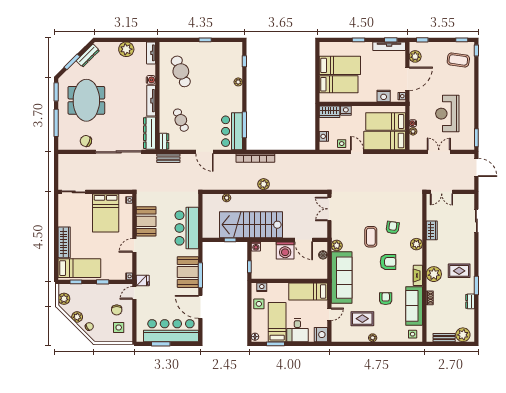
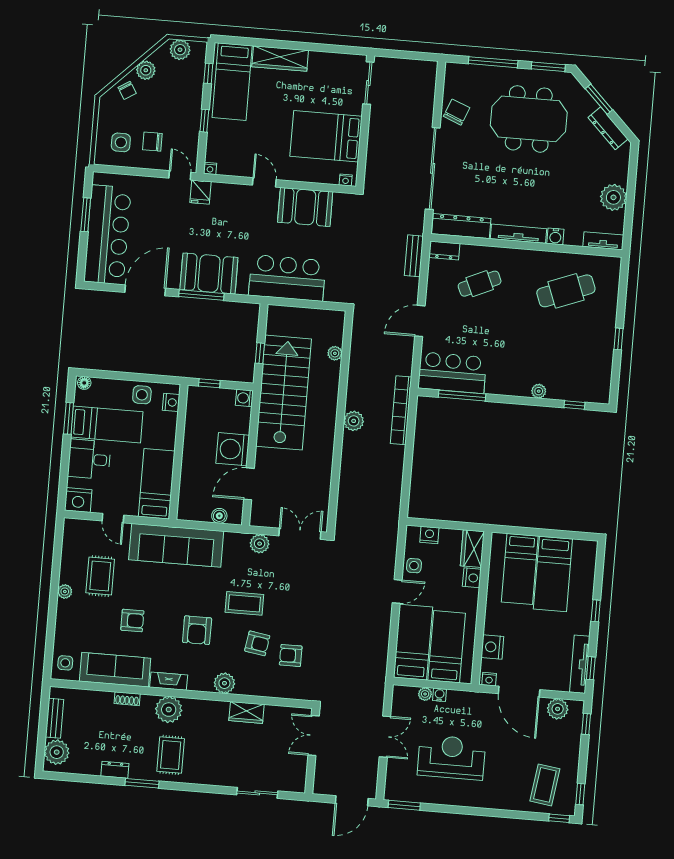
armchair: (398, 208) -> (291, 655), added
plant: (337, 245) -> (260, 544), moved

